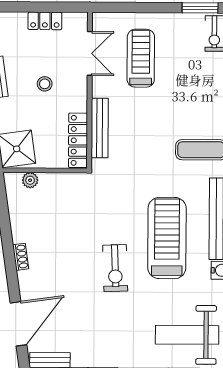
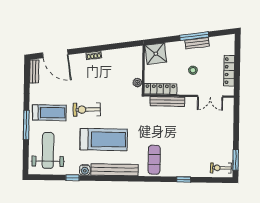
locker: (45, 21) -> (229, 71), width x1.53
treadmill: (141, 58) -> (49, 113), moved
plant: (30, 180) -> (137, 83), moved

